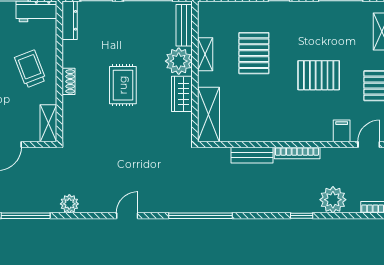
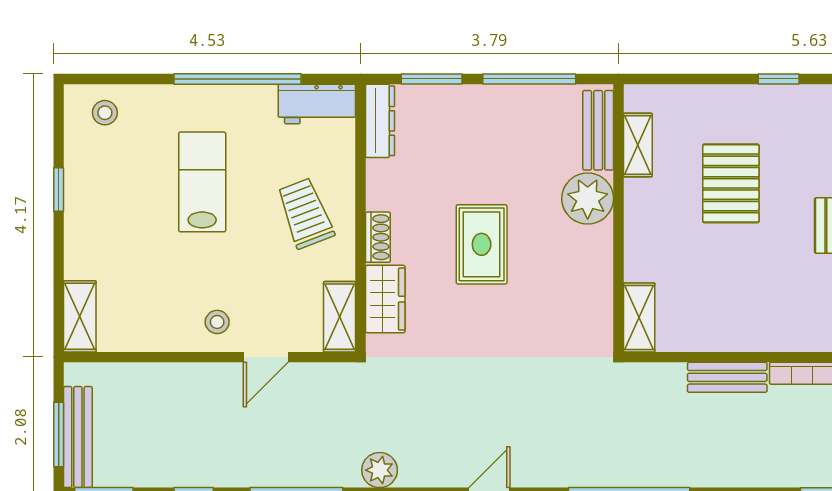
shelving: (205, 54) -> (638, 145), moved
wardrobe: (182, 94) -> (385, 299), moved, turned 180
shelving: (208, 114) -> (639, 317), width x0.67, depth x0.75

